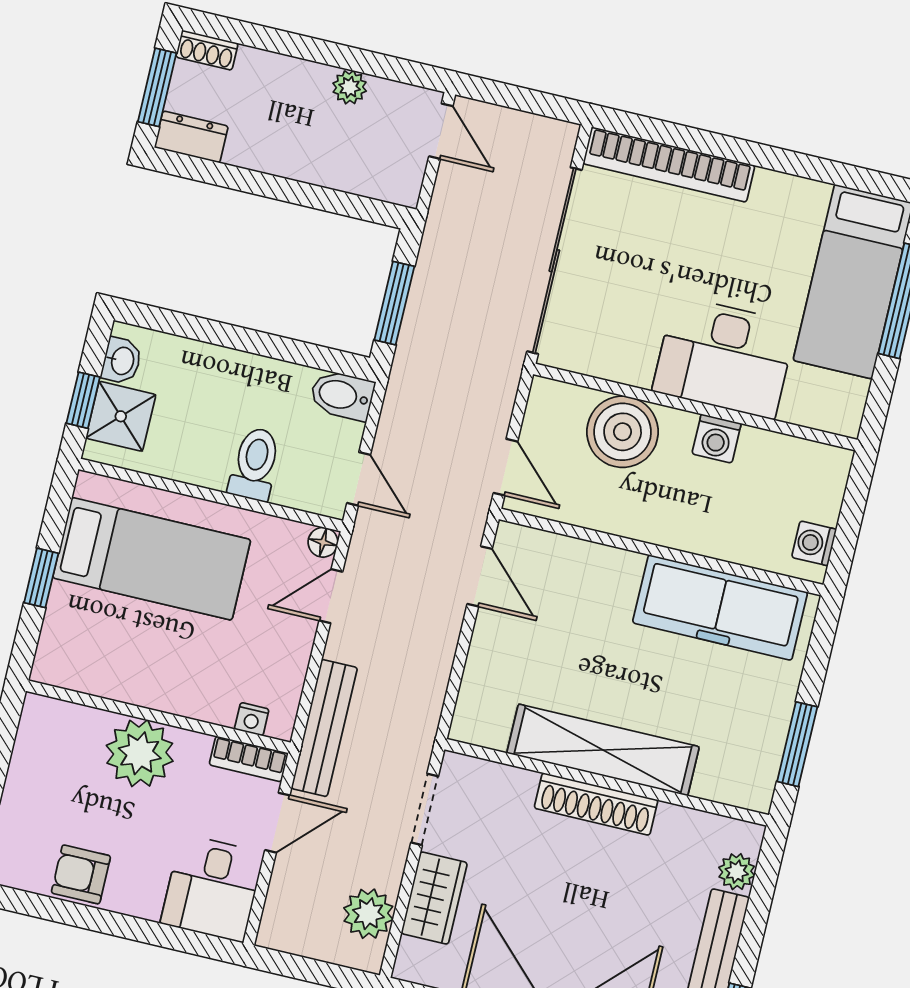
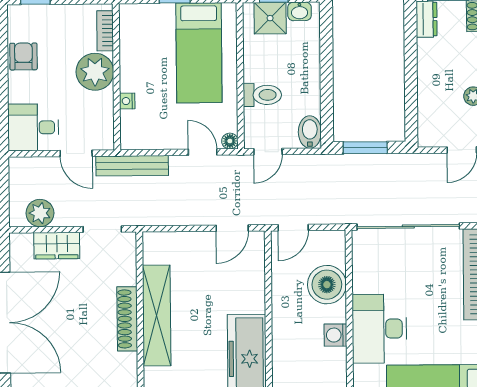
nightstand: (252, 719) -> (127, 101), moved
bookcase: (249, 759) -> (105, 31), moved

